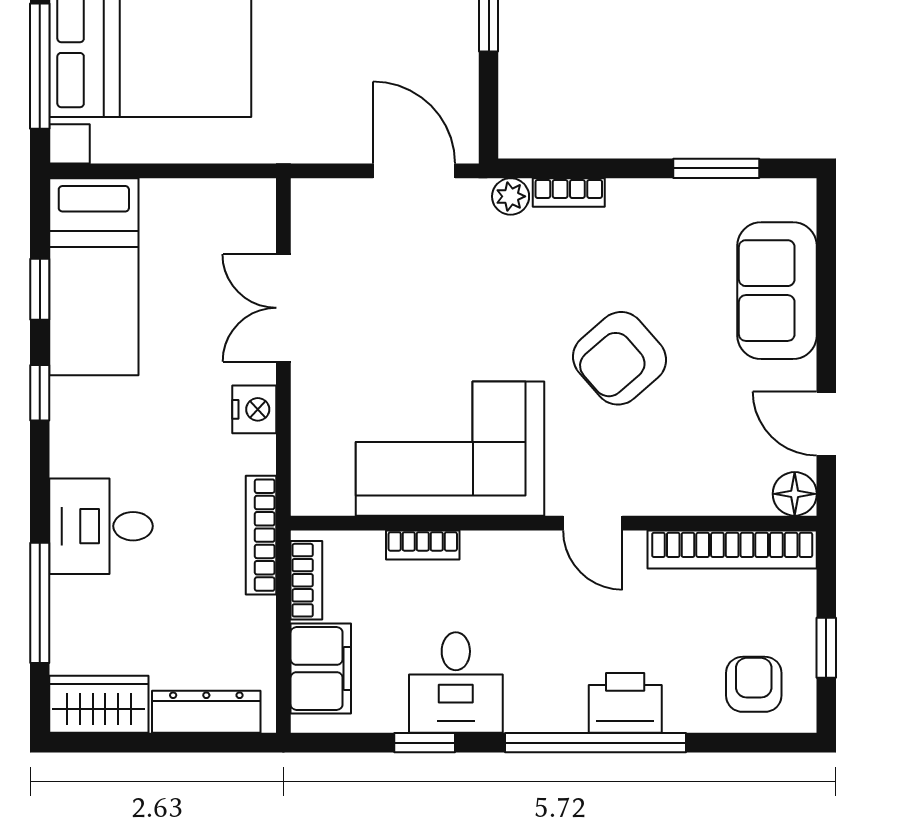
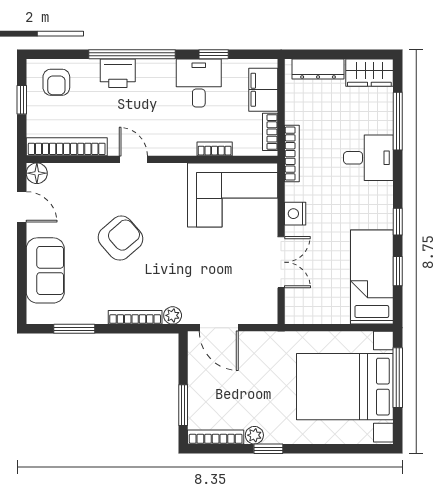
bookcase: (569, 192) -> (135, 317), width x1.56
corner sofa: (450, 449) -> (233, 195), moved

